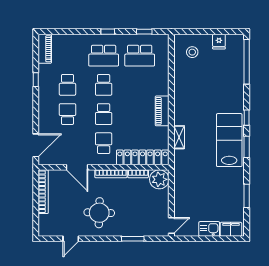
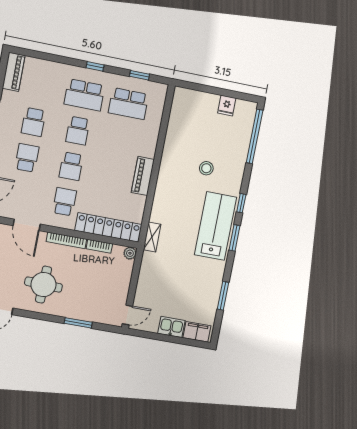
stool: (192, 52) -> (206, 168), moved
shelving: (179, 137) -> (152, 237), moved
plant: (159, 179) -> (130, 253), width x0.53, depth x0.53

